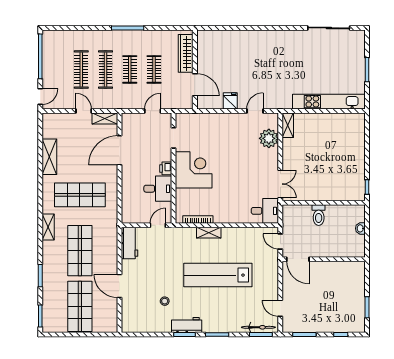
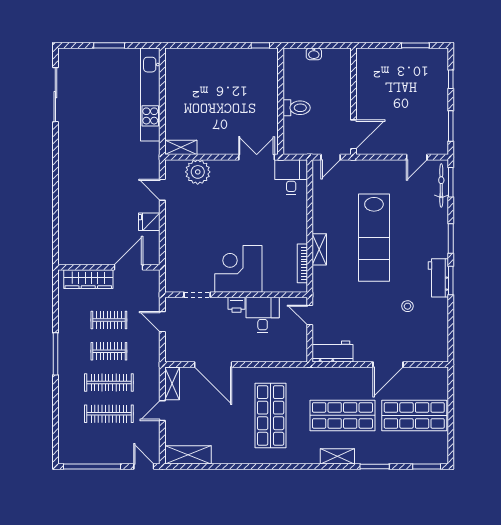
shelving: (49, 157) -> (188, 455), moved
shelving: (48, 227) -> (337, 456), moved

